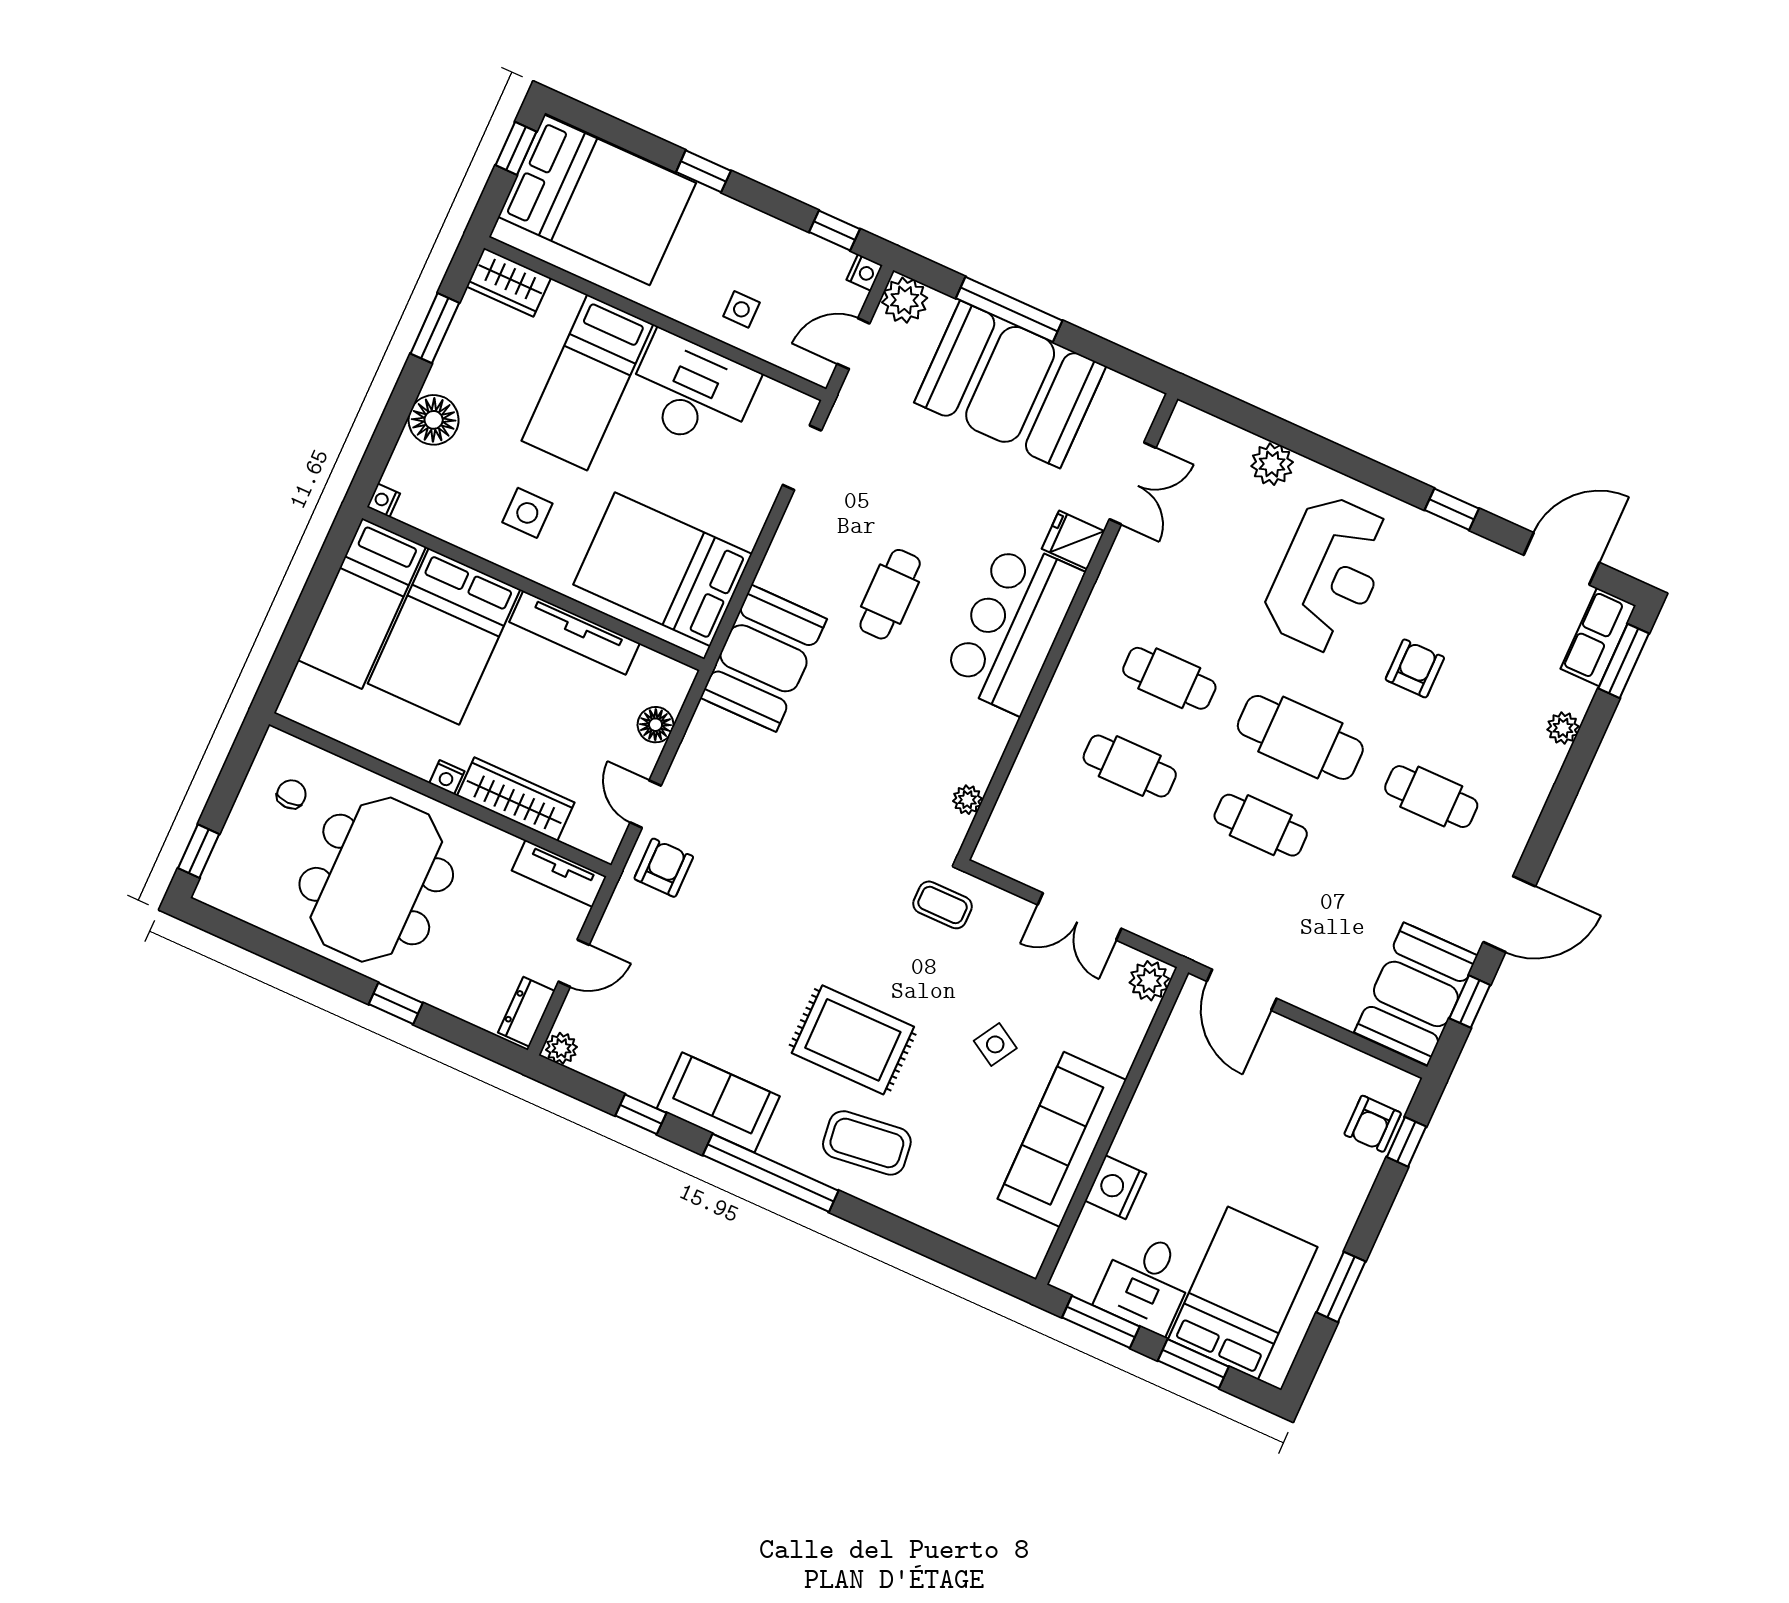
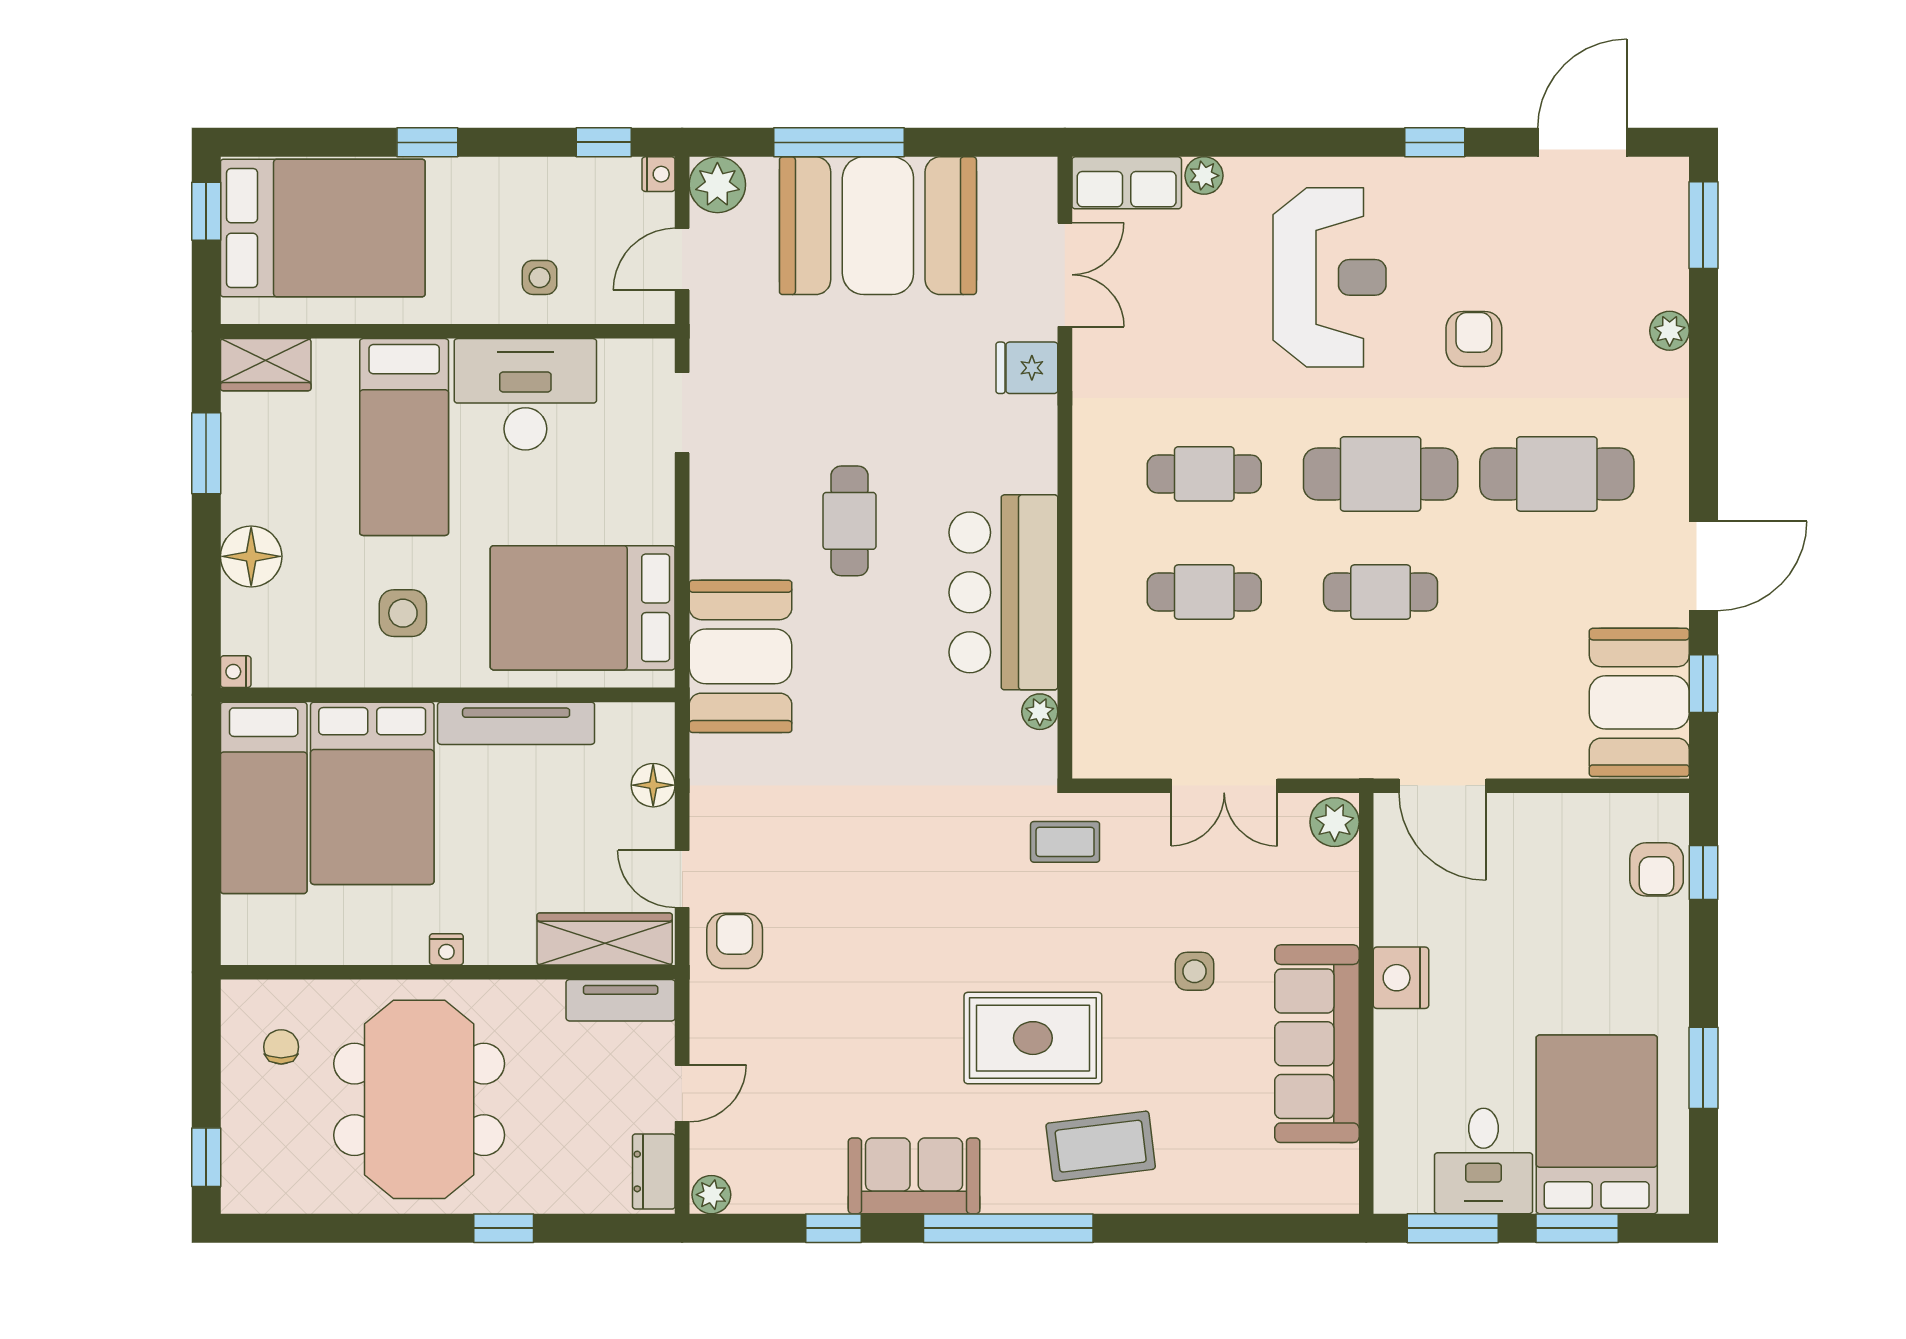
plant: (1272, 464) -> (1204, 176), width x0.73, depth x0.73
bar counter: (1013, 627) -> (1003, 592), moved
row of seats: (1598, 637) -> (1127, 183), moved, turned -90
cafe table: (1431, 797) -> (1557, 474), width x1.37, depth x1.35
wardrobe: (516, 799) -> (605, 939), moved
side table: (995, 1044) -> (1194, 971), turned -31
nightstand: (1115, 1187) -> (1401, 978), moved

